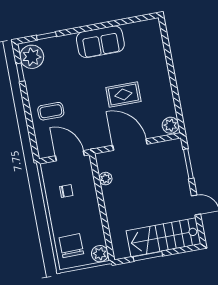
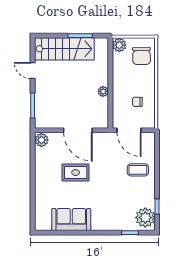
sofa: (100, 42) -> (71, 219), moved
plant: (105, 179) -> (103, 91), moved

